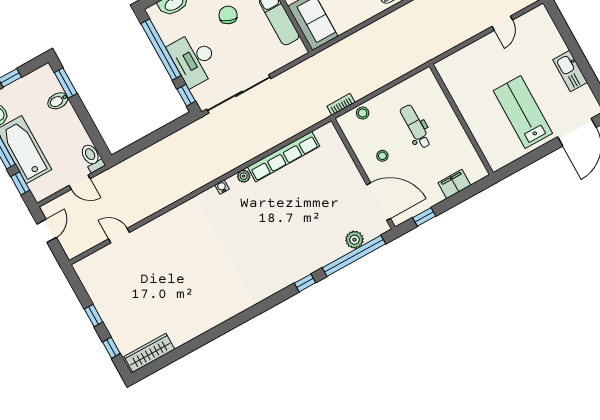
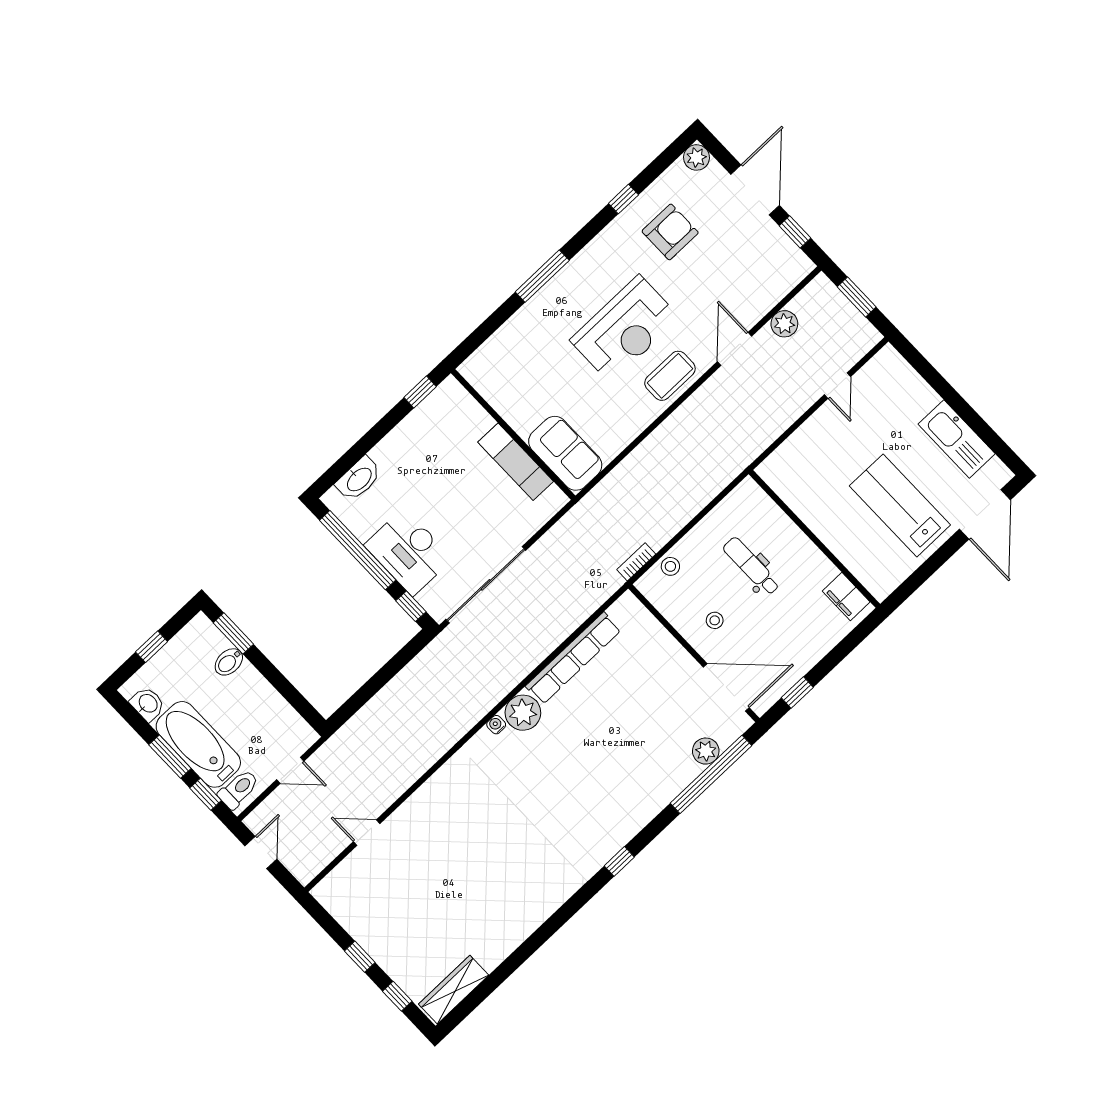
chair: (228, 15) -> (441, 476), removed
kitchen sink: (570, 71) -> (957, 439), width x1.36, depth x1.24
toilet: (92, 158) -> (238, 789), moved, turned 90
plant: (244, 176) -> (523, 713), width x1.88, depth x1.88
filing cabinet: (454, 184) -> (846, 597), moved, turned -90
window: (305, 283) -> (619, 861), moved

